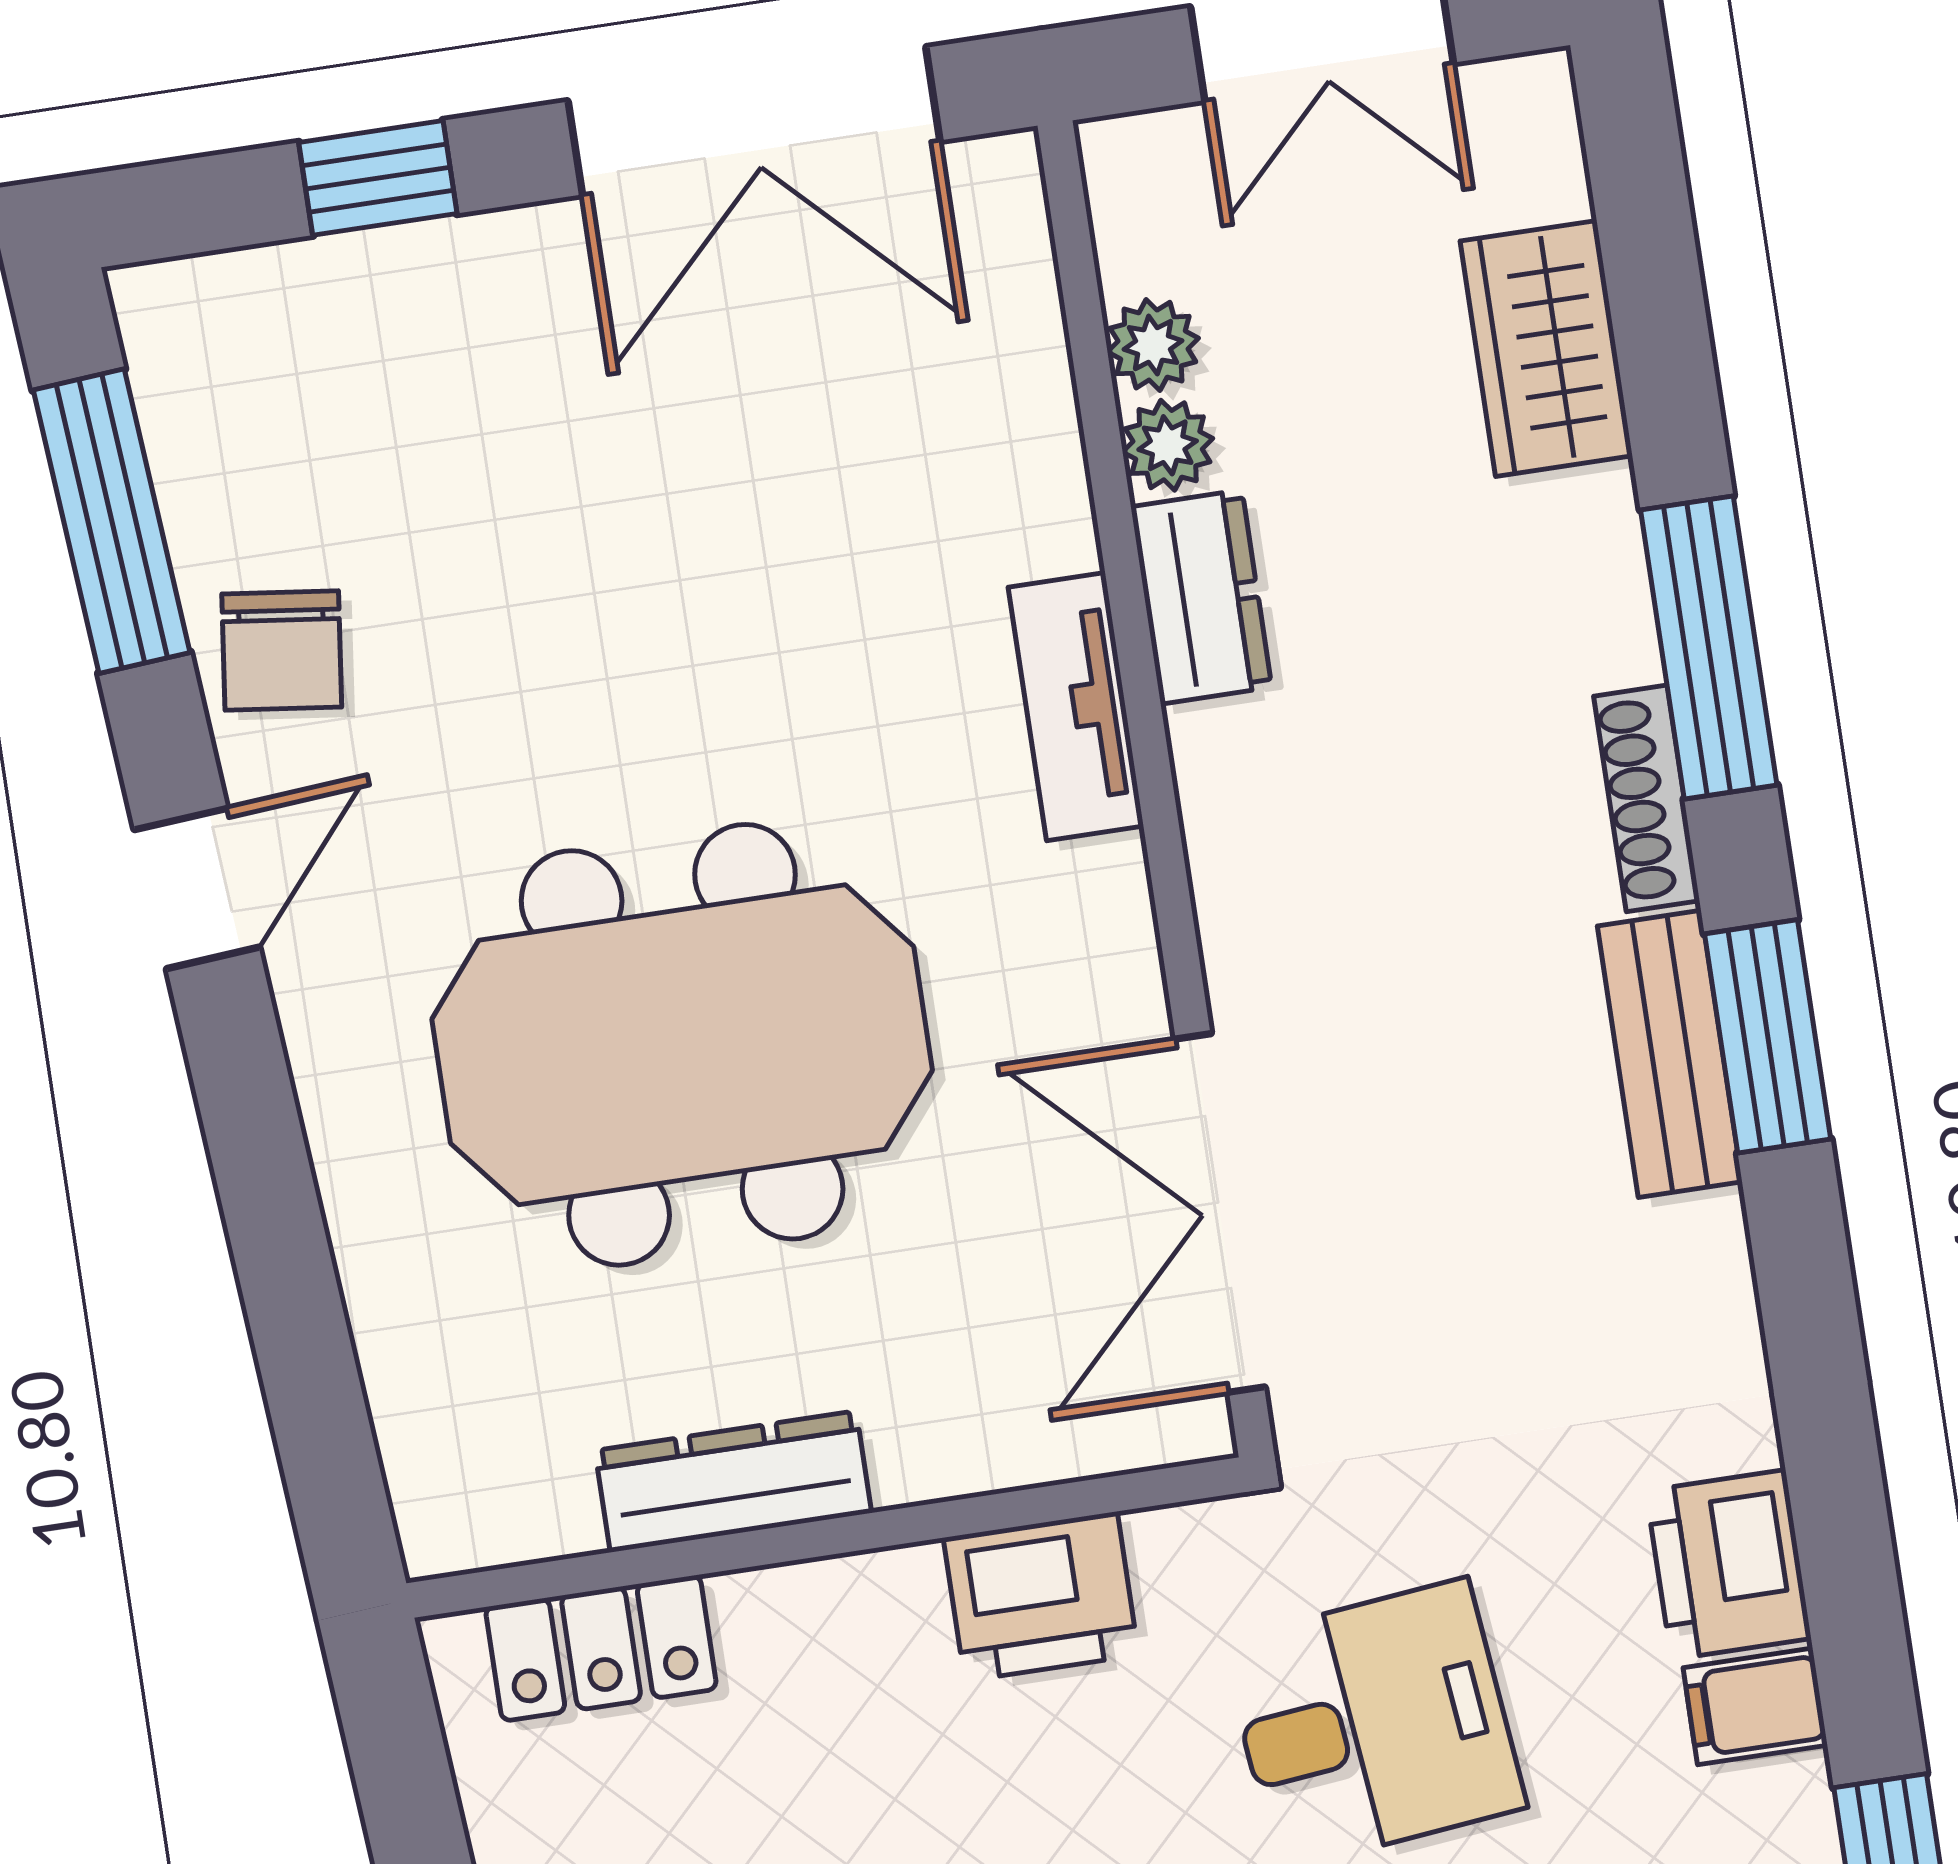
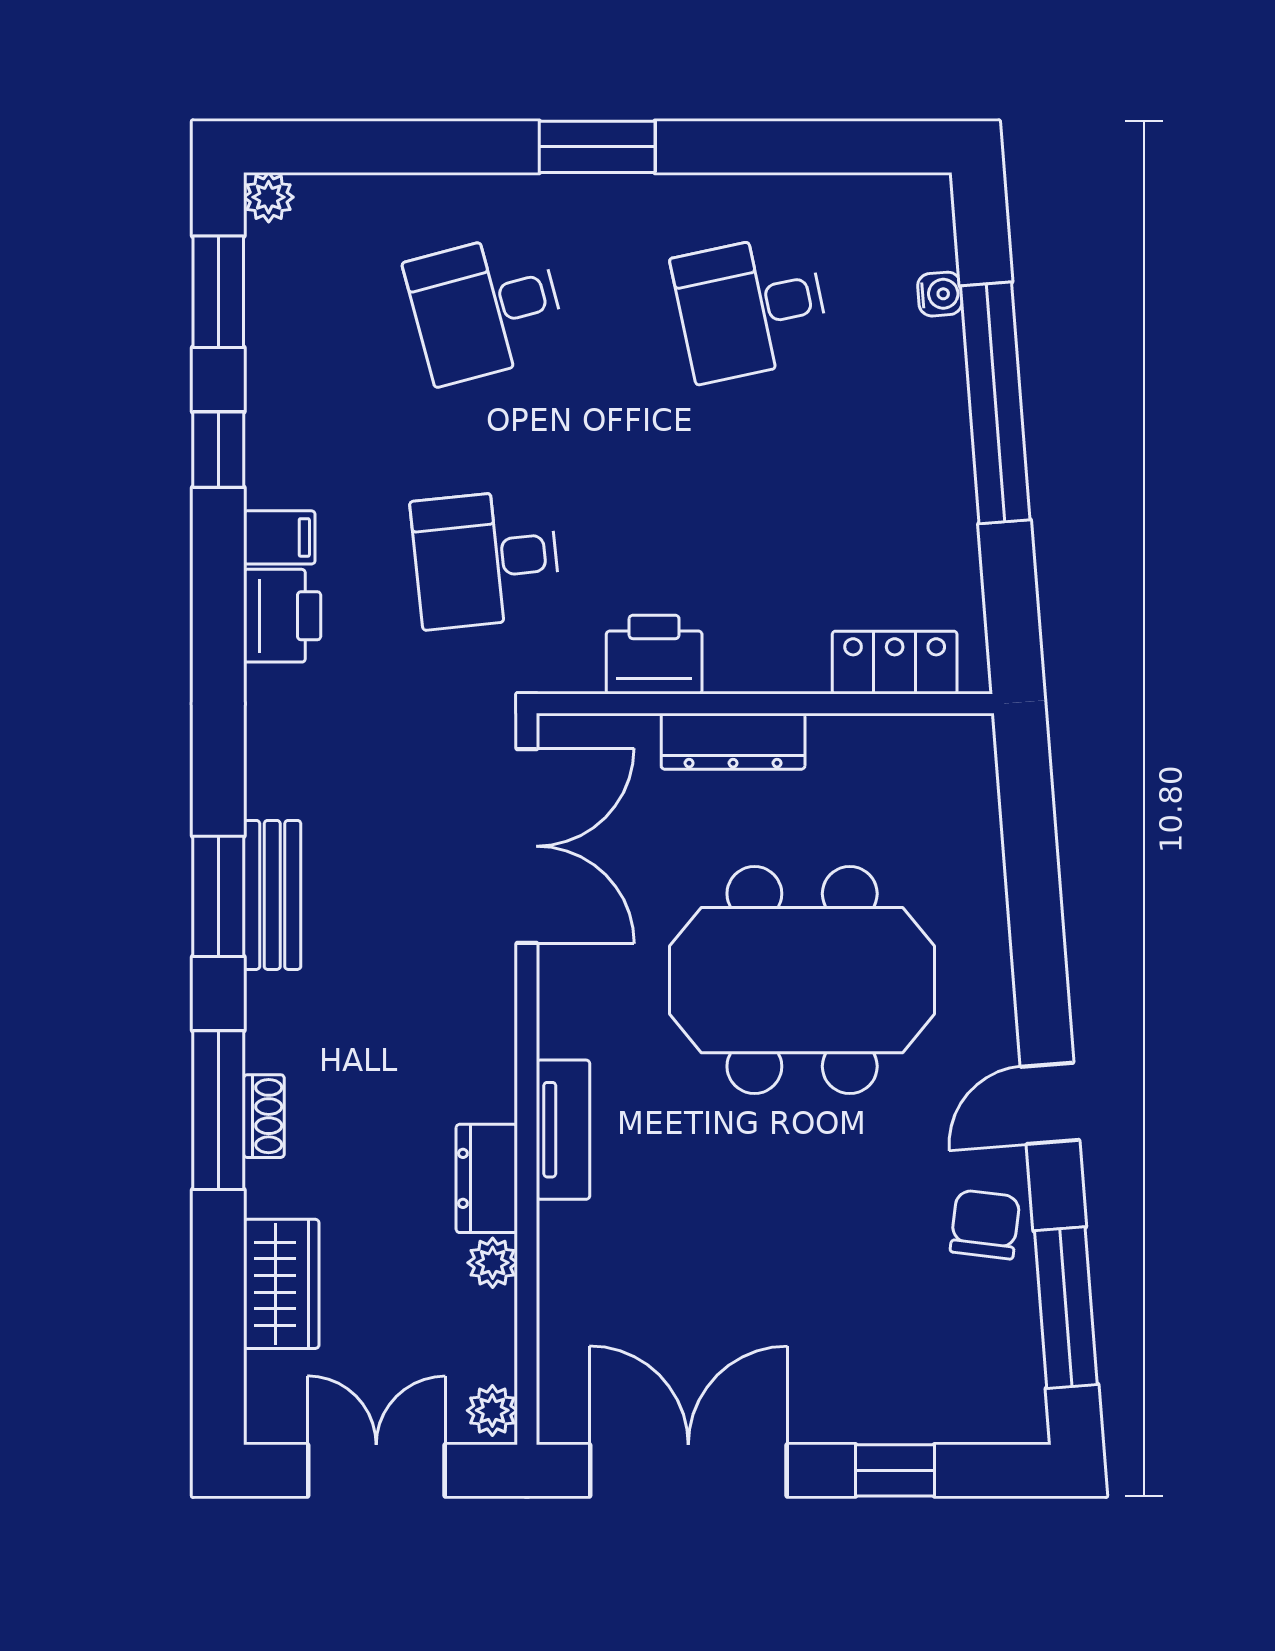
plant: (1153, 345) -> (492, 1410), moved
shoe rack: (1647, 798) -> (264, 1116), moved, width x0.70
dresser: (733, 1482) -> (733, 741), moved

